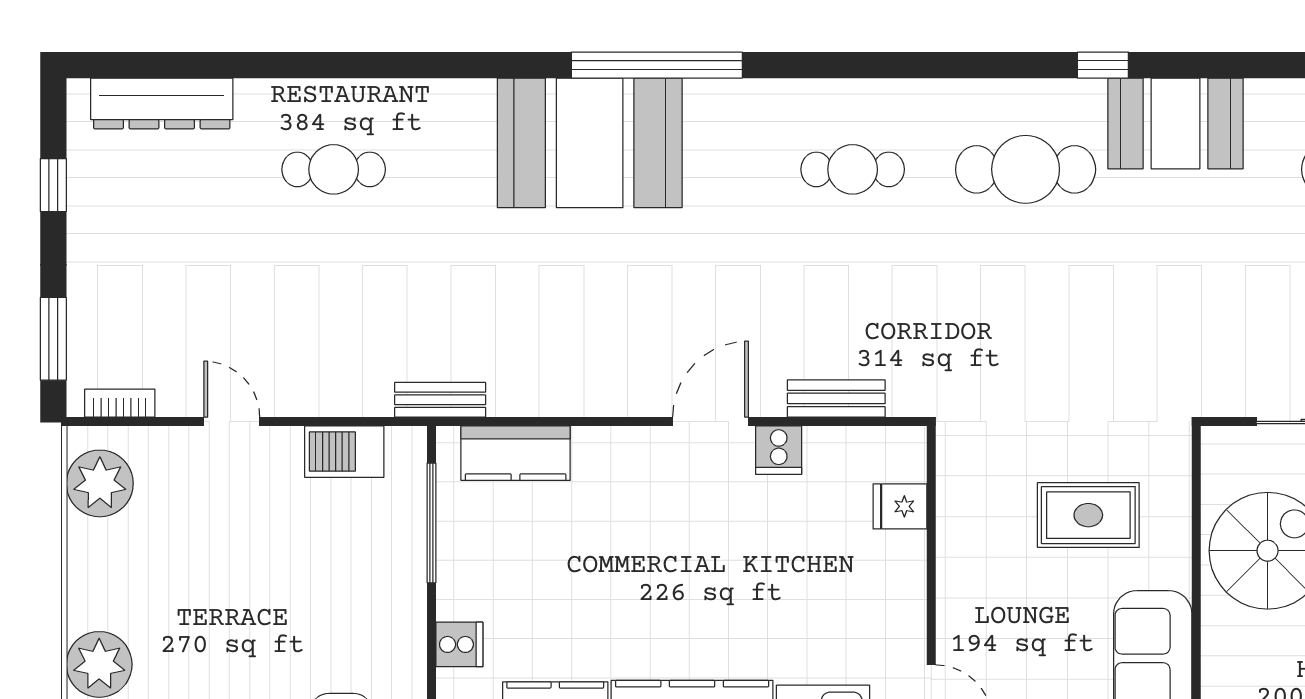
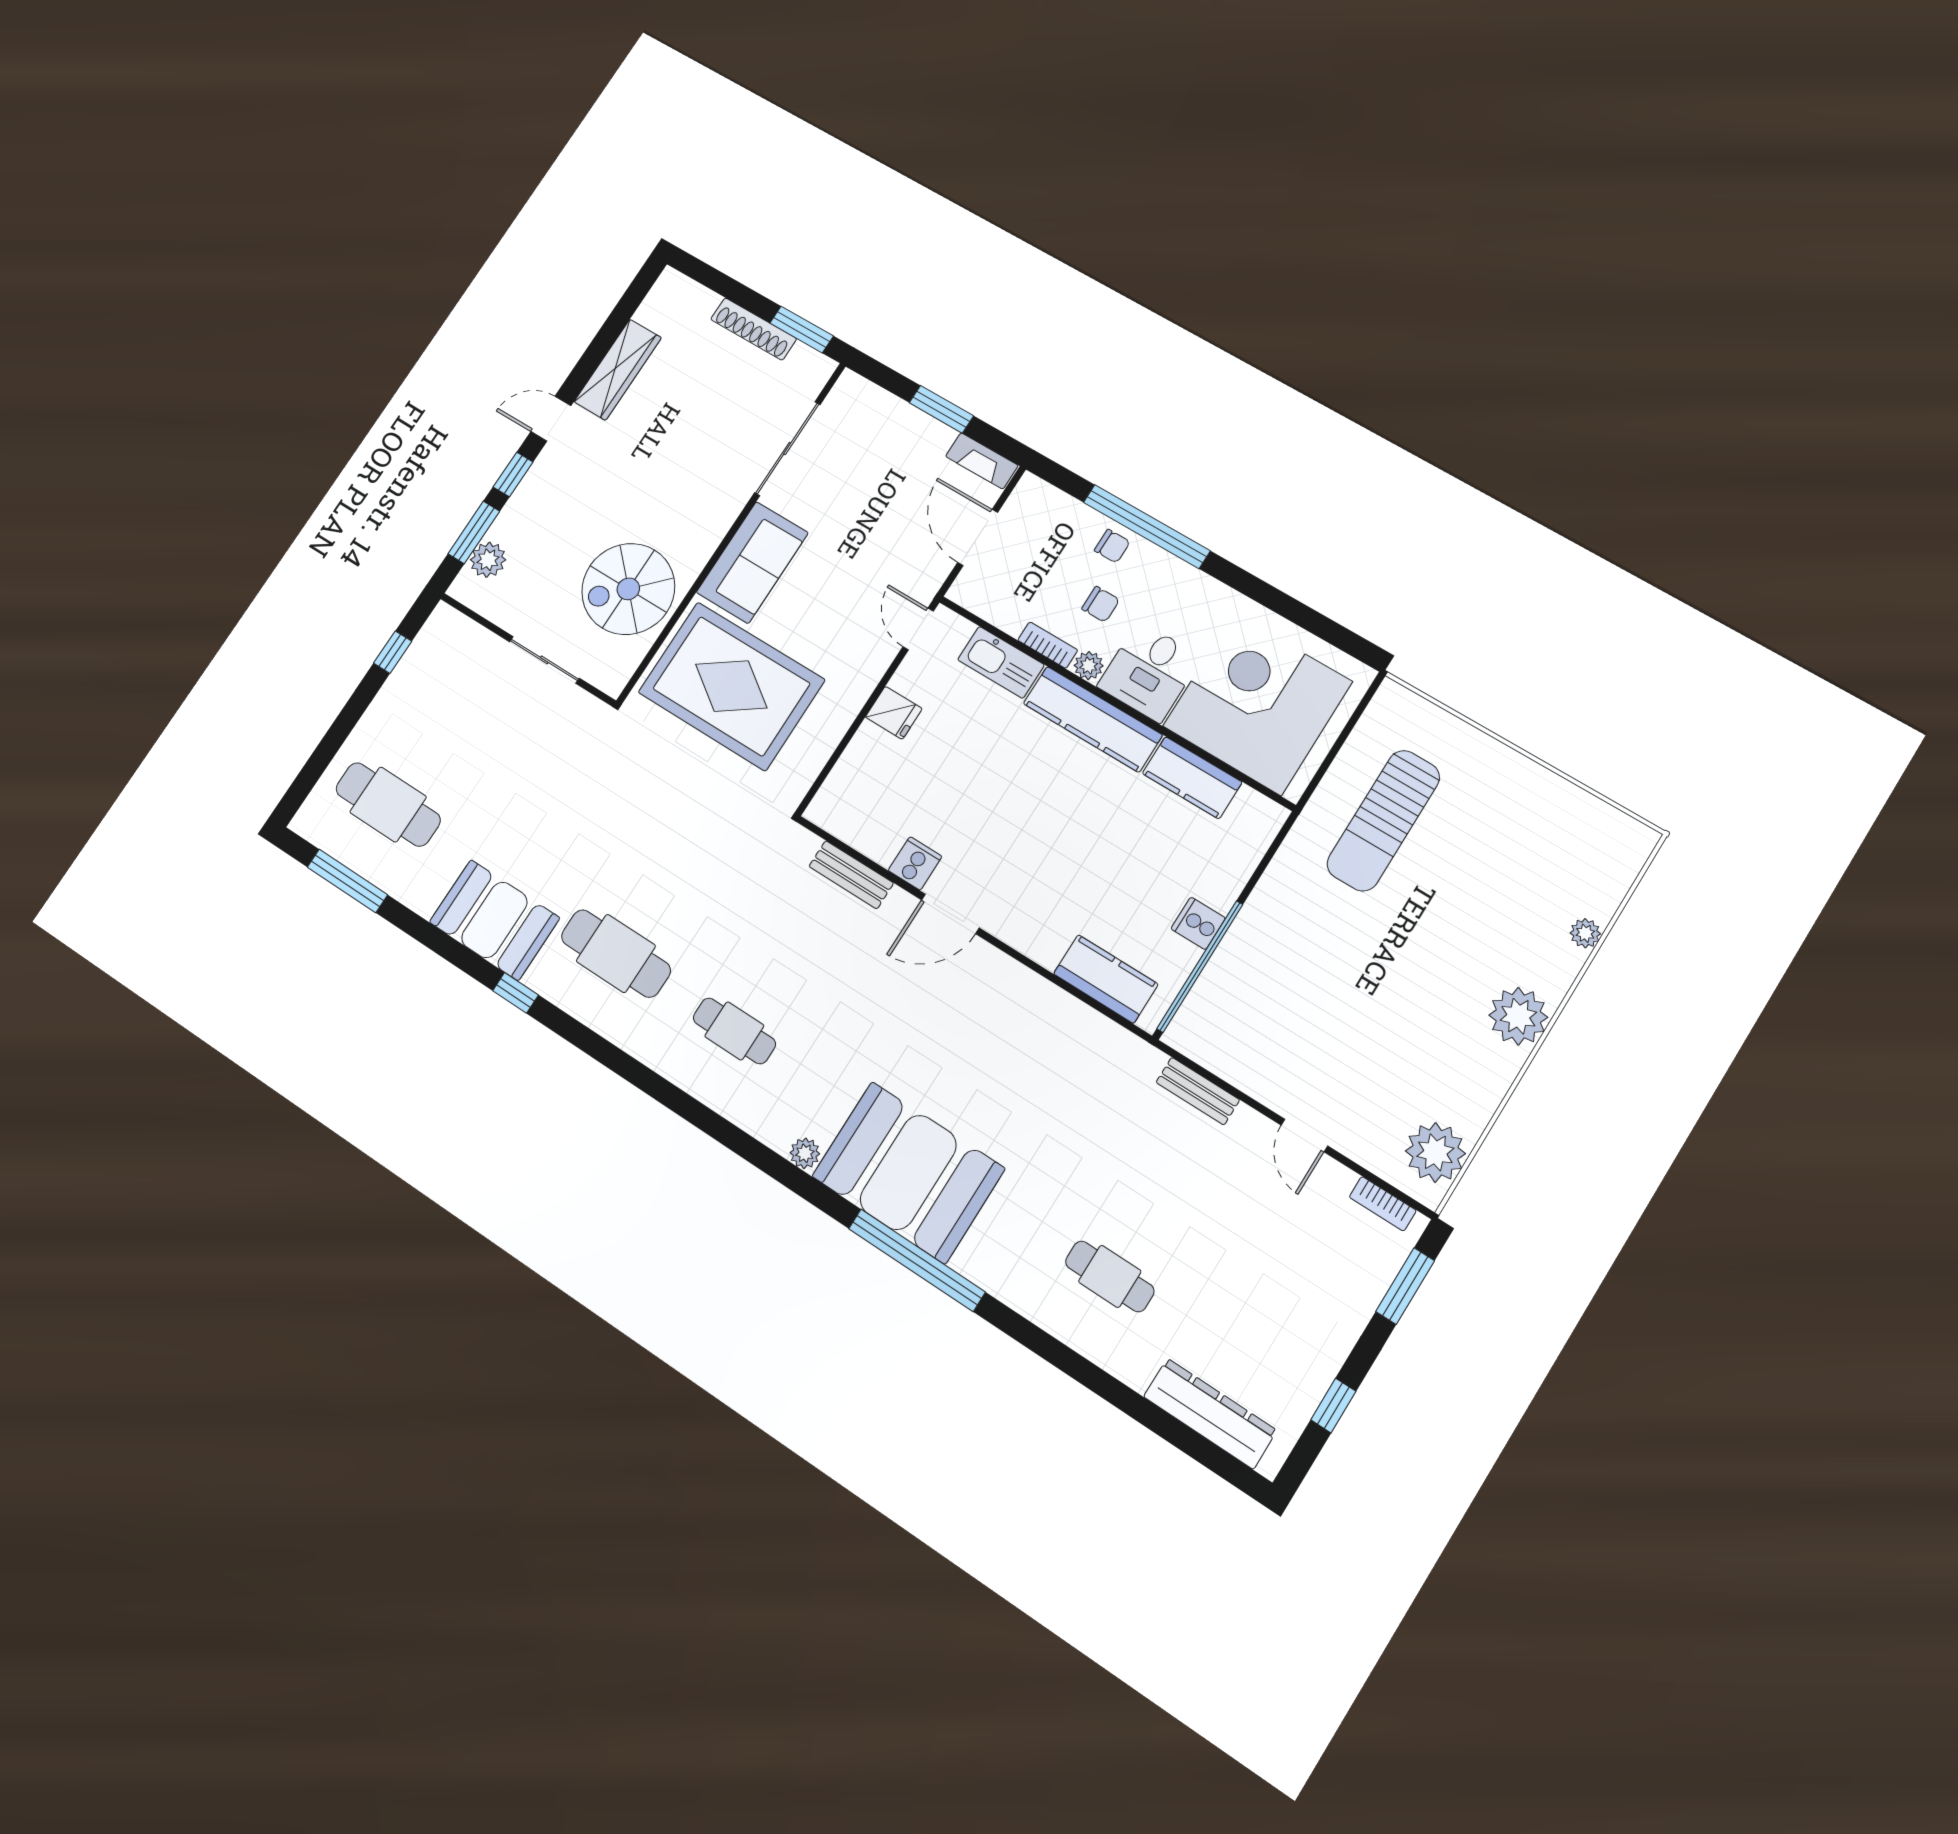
window: (657, 65) -> (917, 1260), moved
plant: (703, 96) -> (805, 1153), added
bench: (440, 400) -> (1198, 1091), moved
barbecue: (344, 452) -> (1233, 1059), removed
fridge: (900, 506) -> (894, 713), moved
rug: (1088, 515) -> (731, 686), width x1.86, depth x2.06
window: (431, 523) -> (1200, 966), width x1.46
cooker: (459, 644) -> (1198, 923), moved

